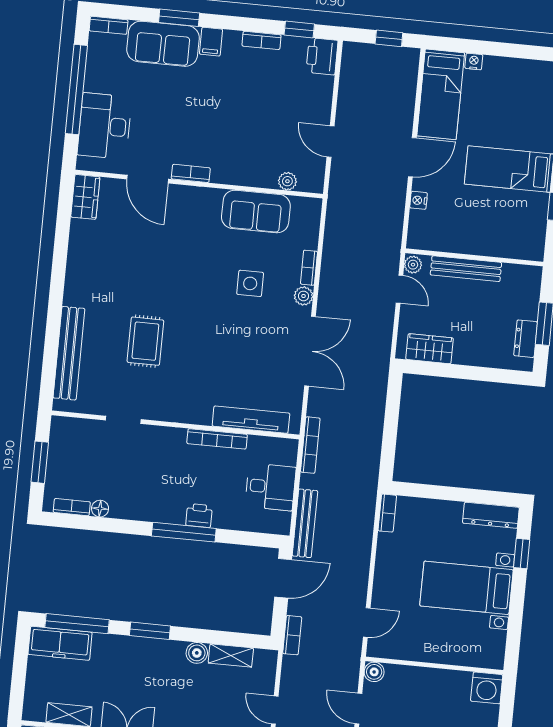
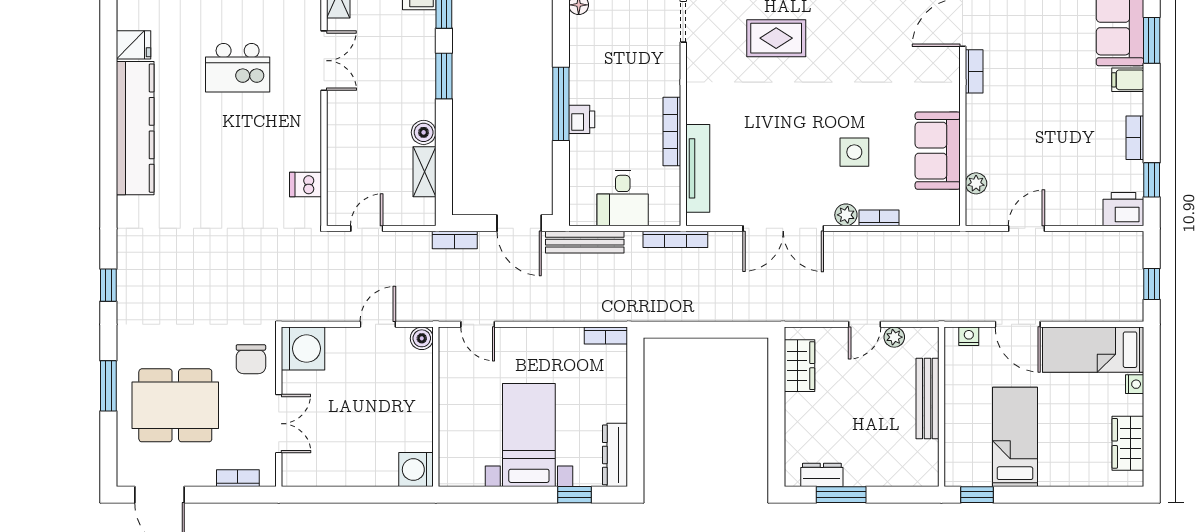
wardrobe: (524, 72) -> (1128, 443), added
wall: (474, 257) -> (941, 407), moved
bench: (466, 269) -> (927, 398), moved

